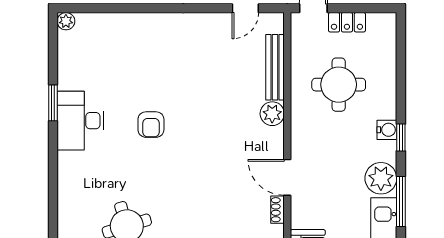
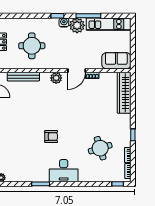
plant: (272, 114) -> (56, 78), moved
desk: (80, 121) -> (64, 171), moved
water cooler: (387, 130) -> (64, 22), moved

